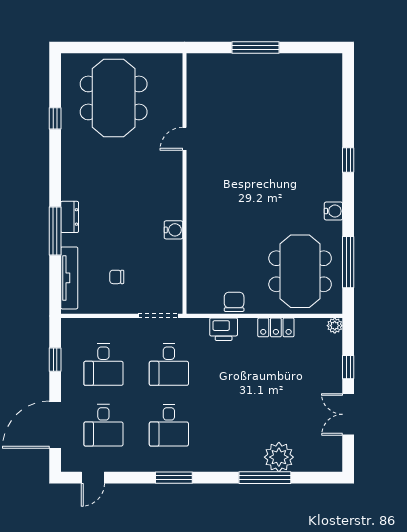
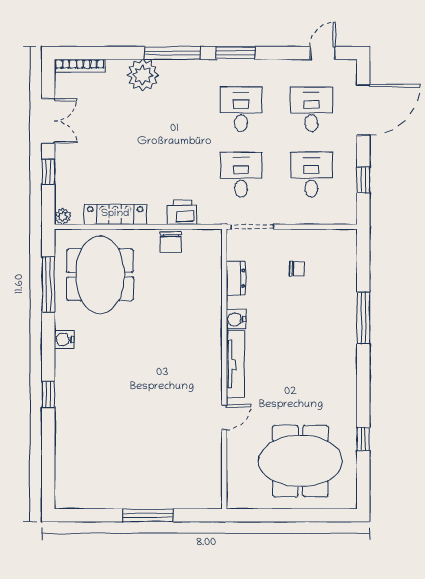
meeting table: (114, 98) -> (300, 461), turned 90
dresser: (70, 217) -> (236, 278), moved, turned 180
tv unit: (69, 278) -> (235, 364), moved, turned 180
locker: (276, 327) -> (115, 214), width x1.53
plant: (279, 457) -> (143, 75), moved
bookcase: (319, 466) -> (80, 66), added
window: (265, 478) -> (172, 53), moved

